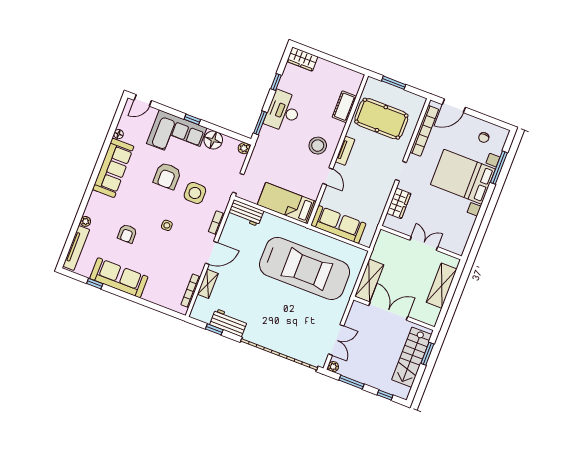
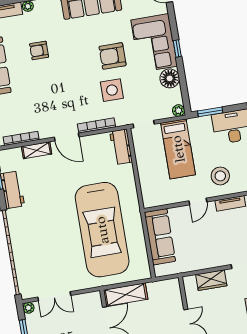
bed: (287, 203) -> (178, 149), moved, turned 180
bookcase: (216, 223) -> (96, 125), width x1.56
side table: (167, 225) -> (68, 82), removed

